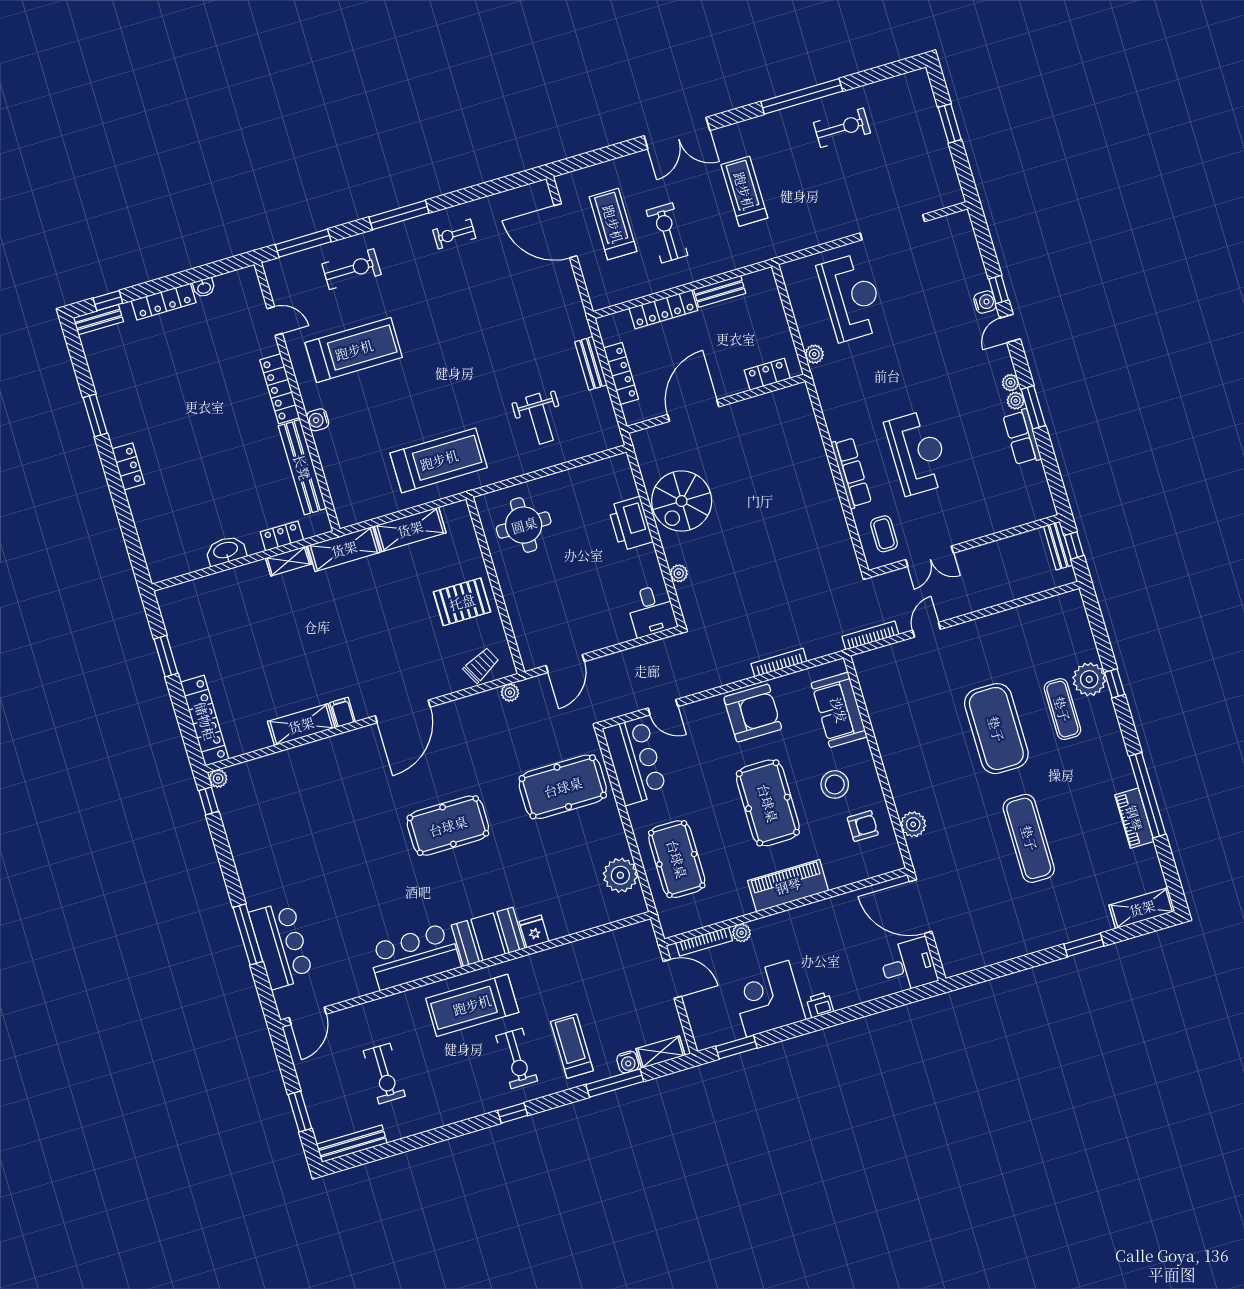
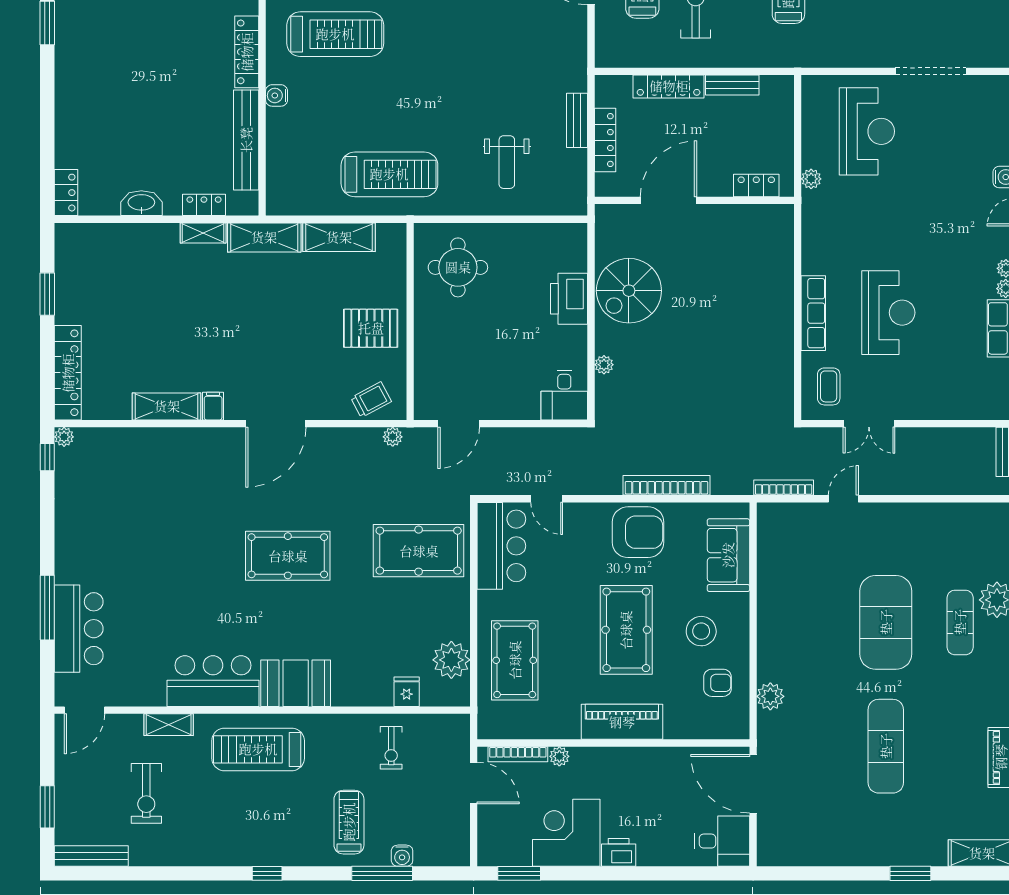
locker: (128, 466) -> (66, 193), moved
bookcase: (779, 663) -> (666, 485), width x1.48, depth x1.31
fridge: (534, 931) -> (407, 692), moved
printer: (820, 1005) -> (619, 852), width x1.36, depth x1.24
shelving: (661, 1052) -> (169, 725), moved
exercise bike: (517, 1058) -> (391, 748), moved, width x0.73, depth x0.72

